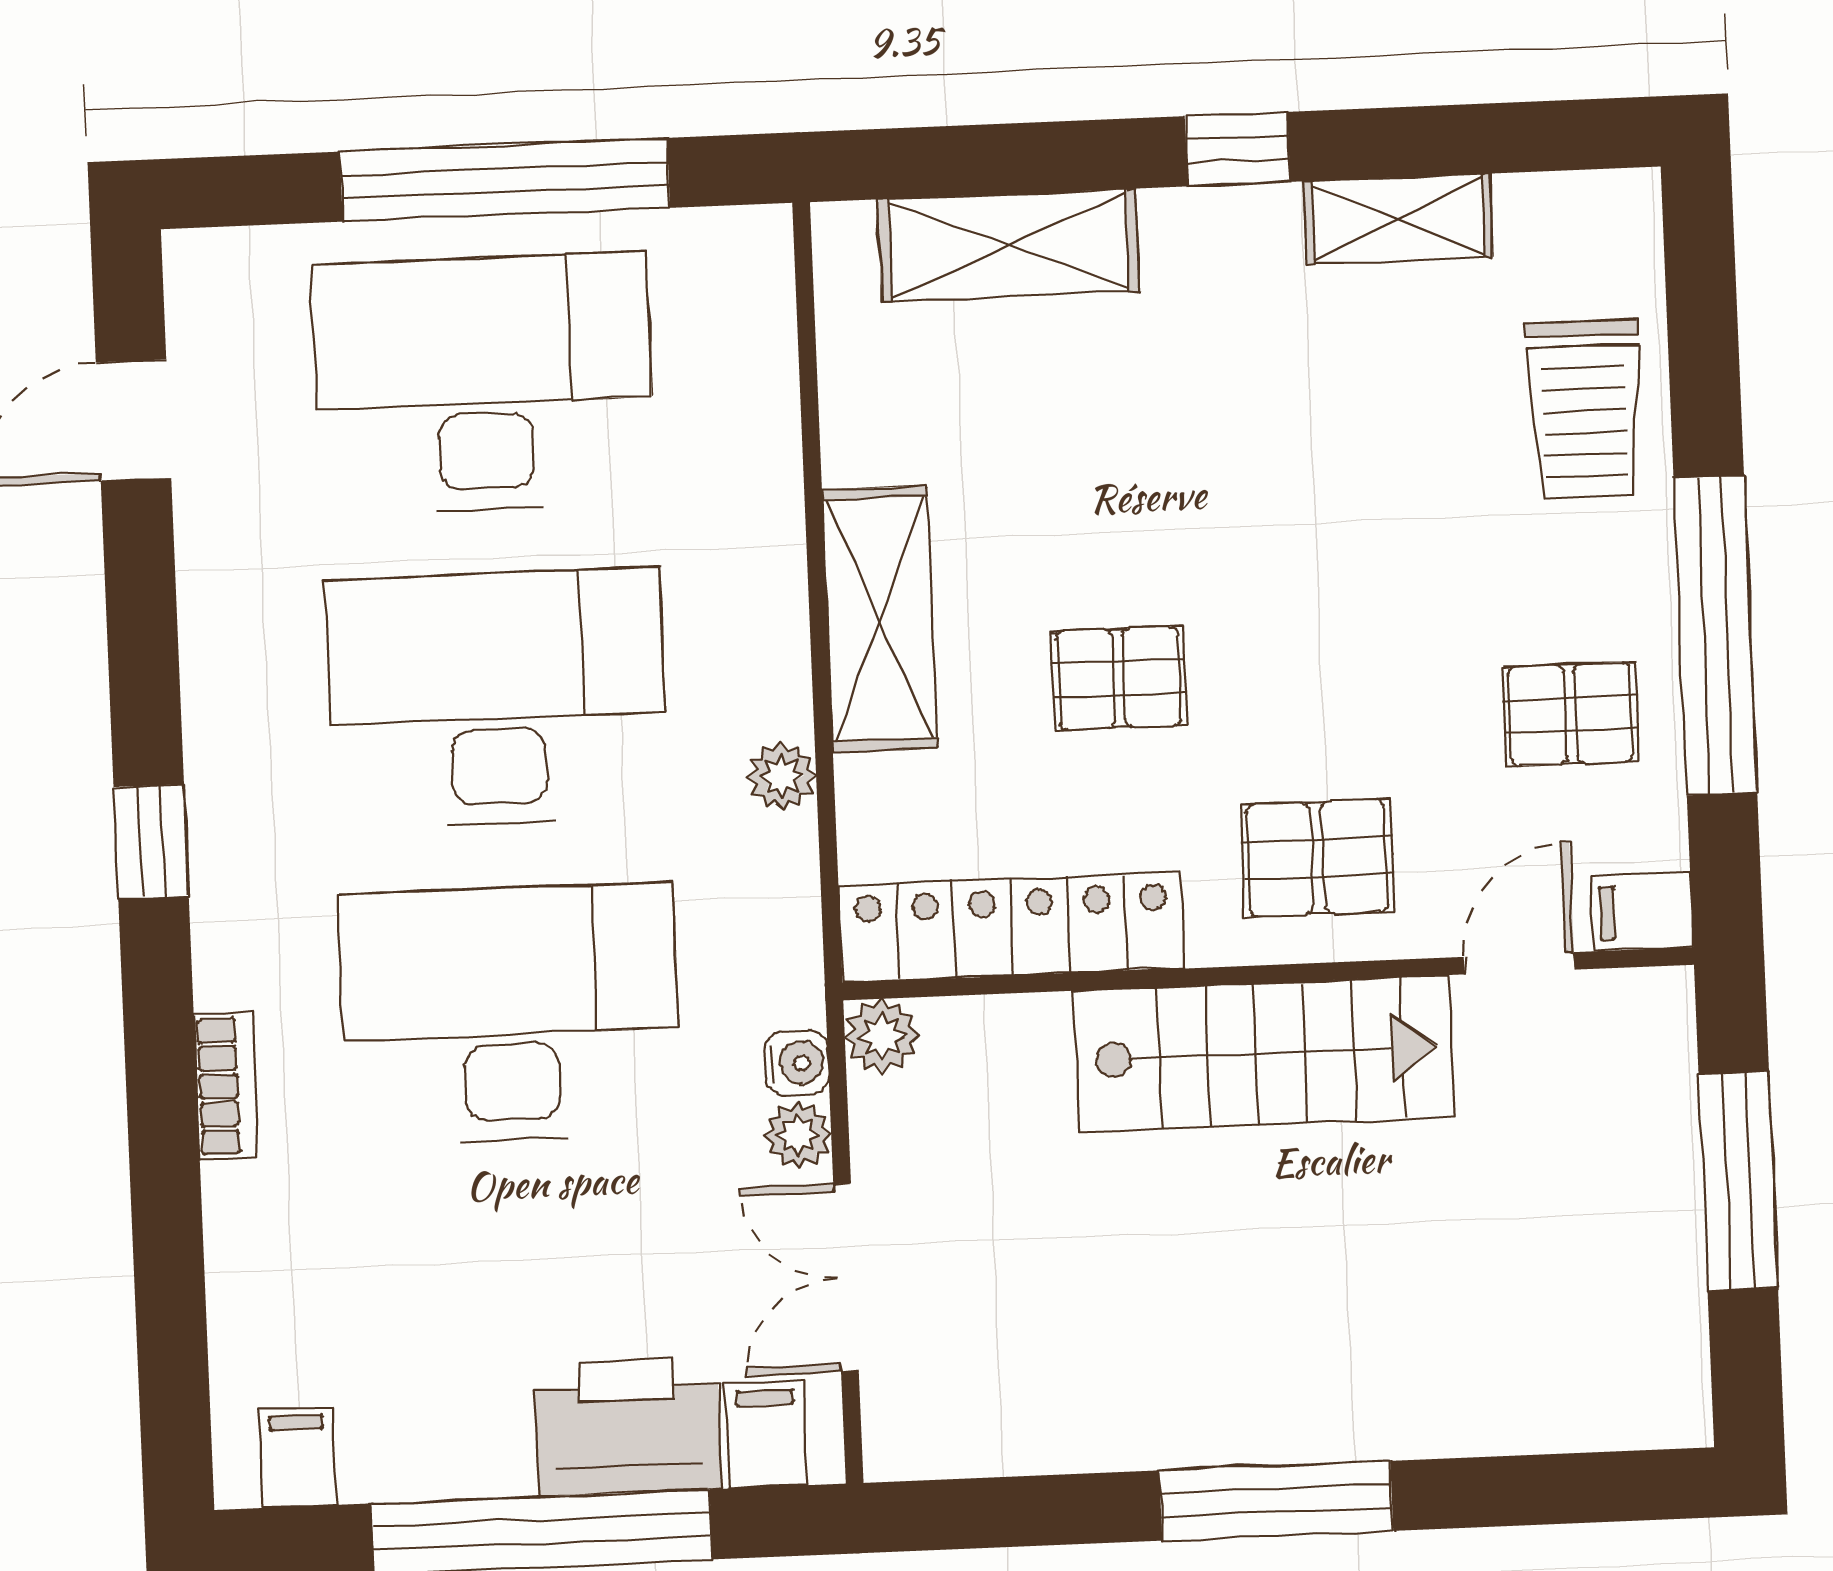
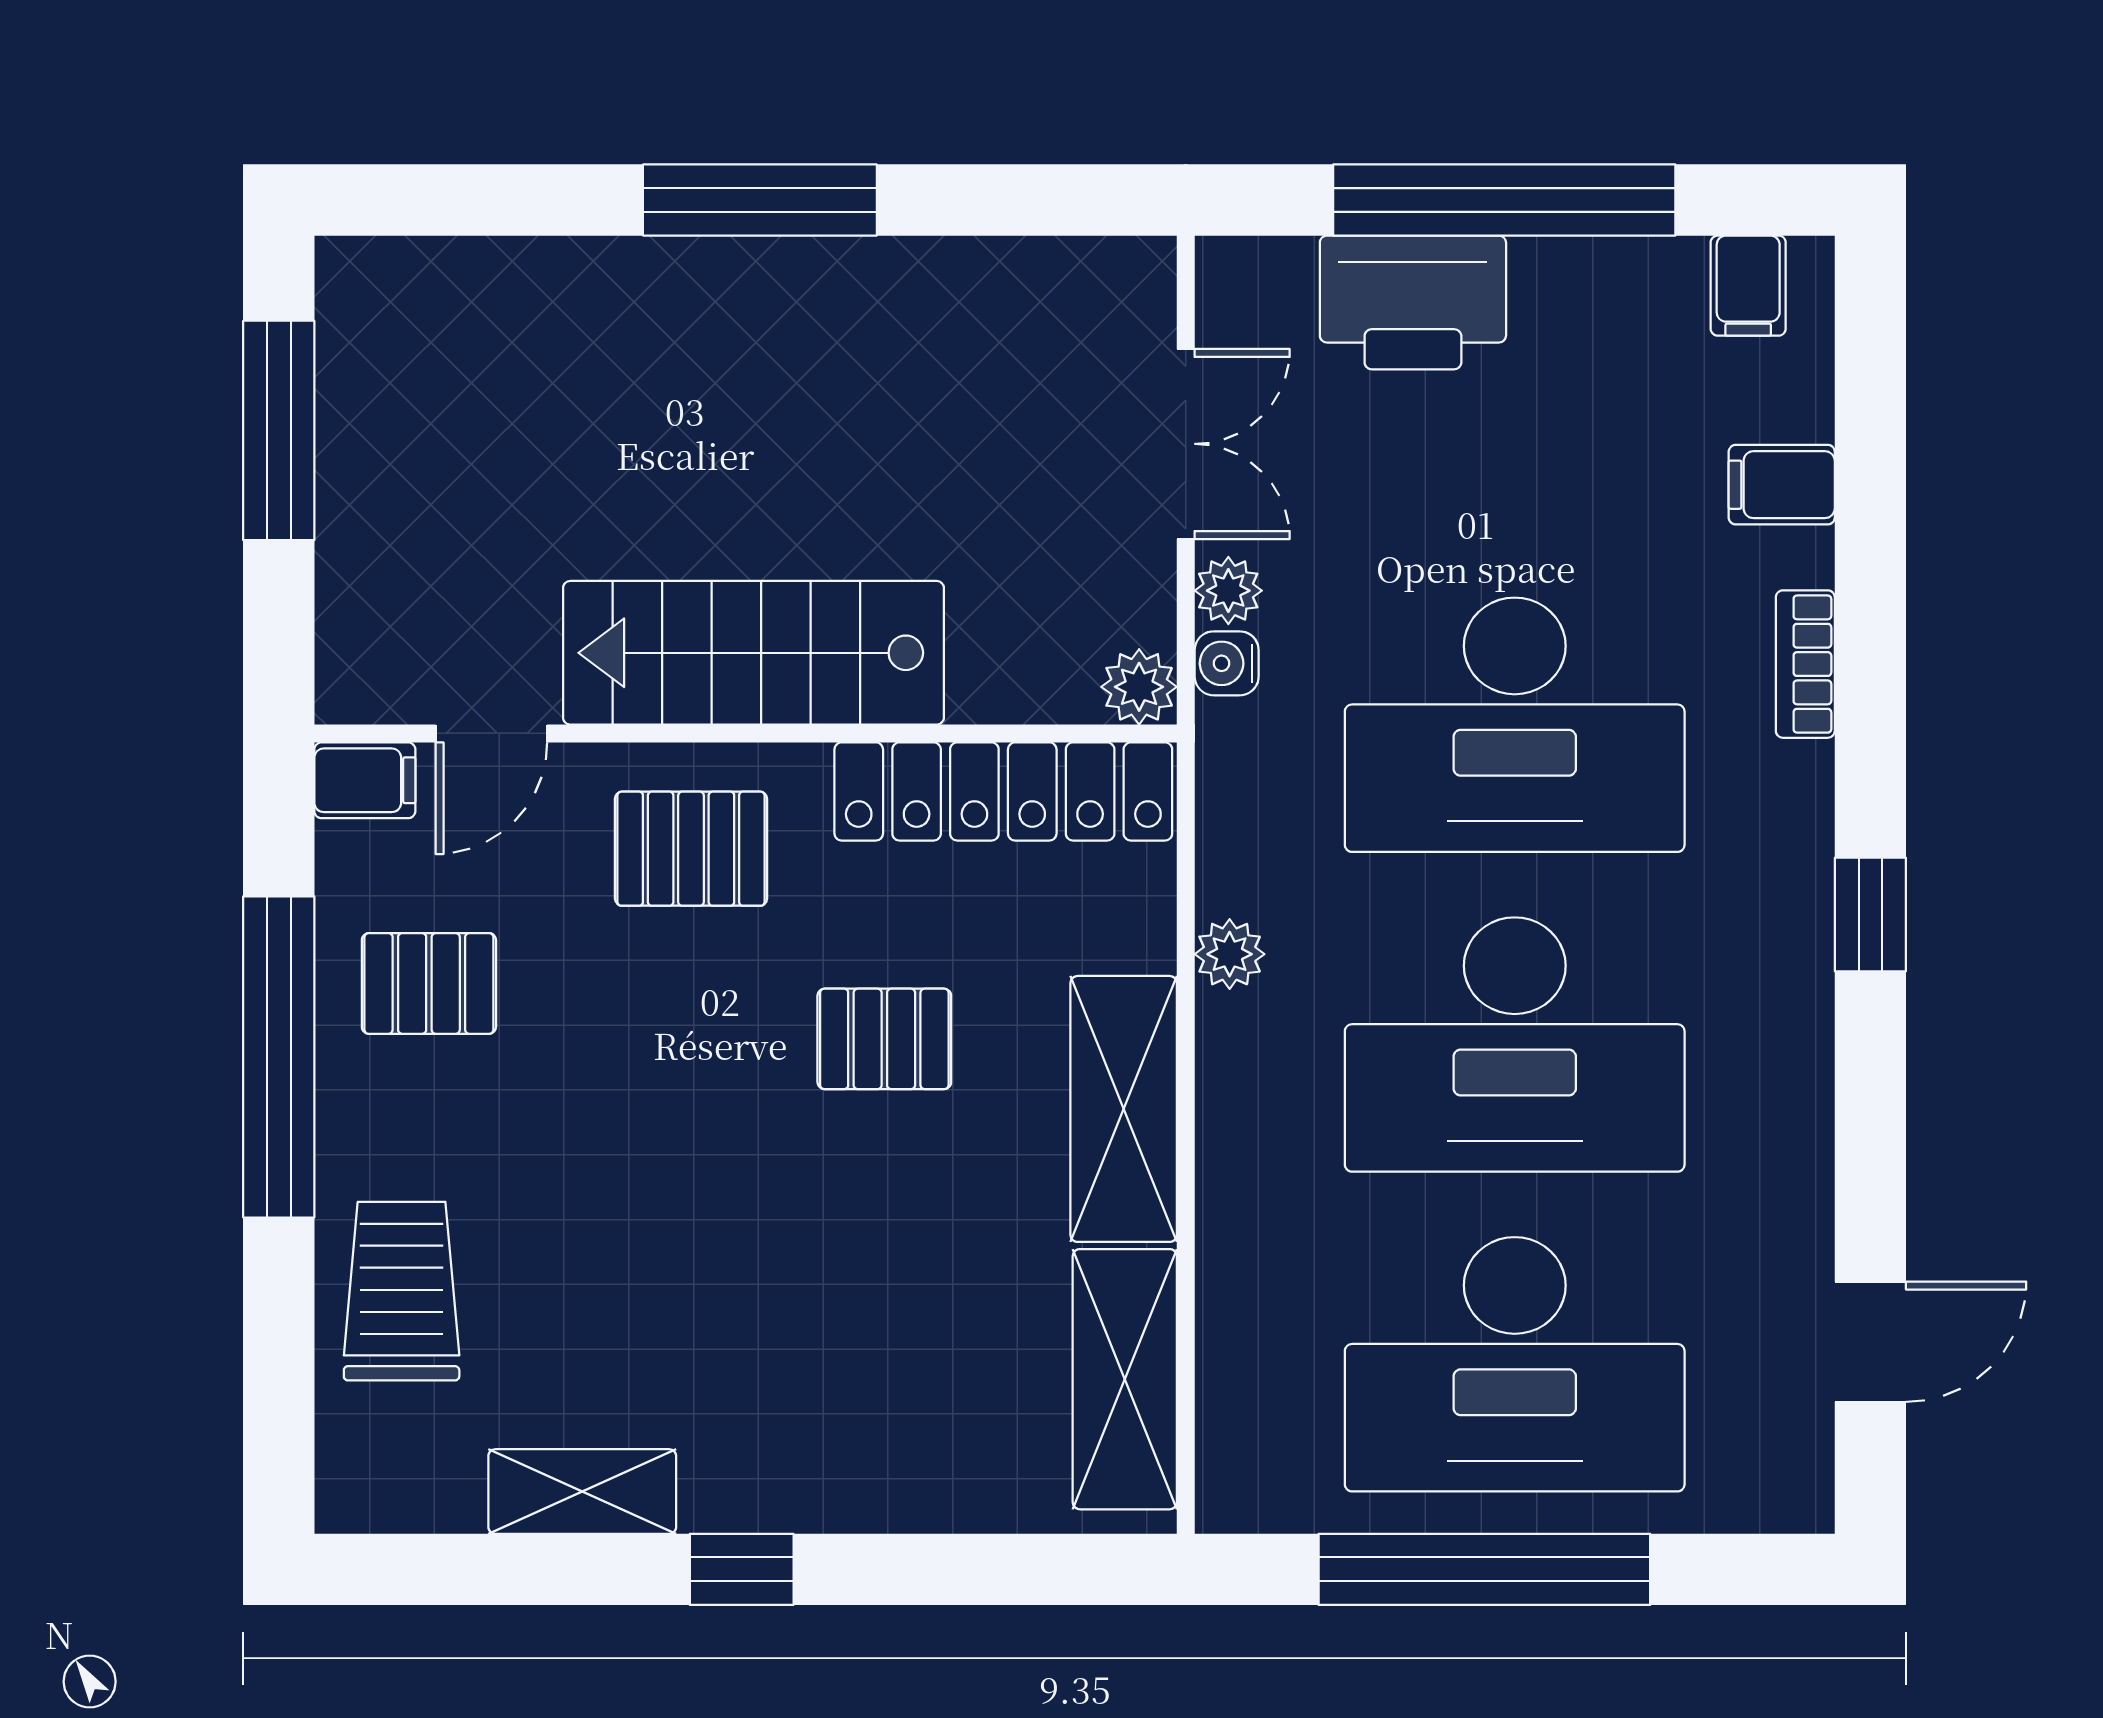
shelving: (1009, 245) -> (1125, 1379), moved, turned 90
window: (1738, 1181) -> (279, 430), moved
filing cabinet: (766, 1434) -> (1782, 485), moved, turned 90

